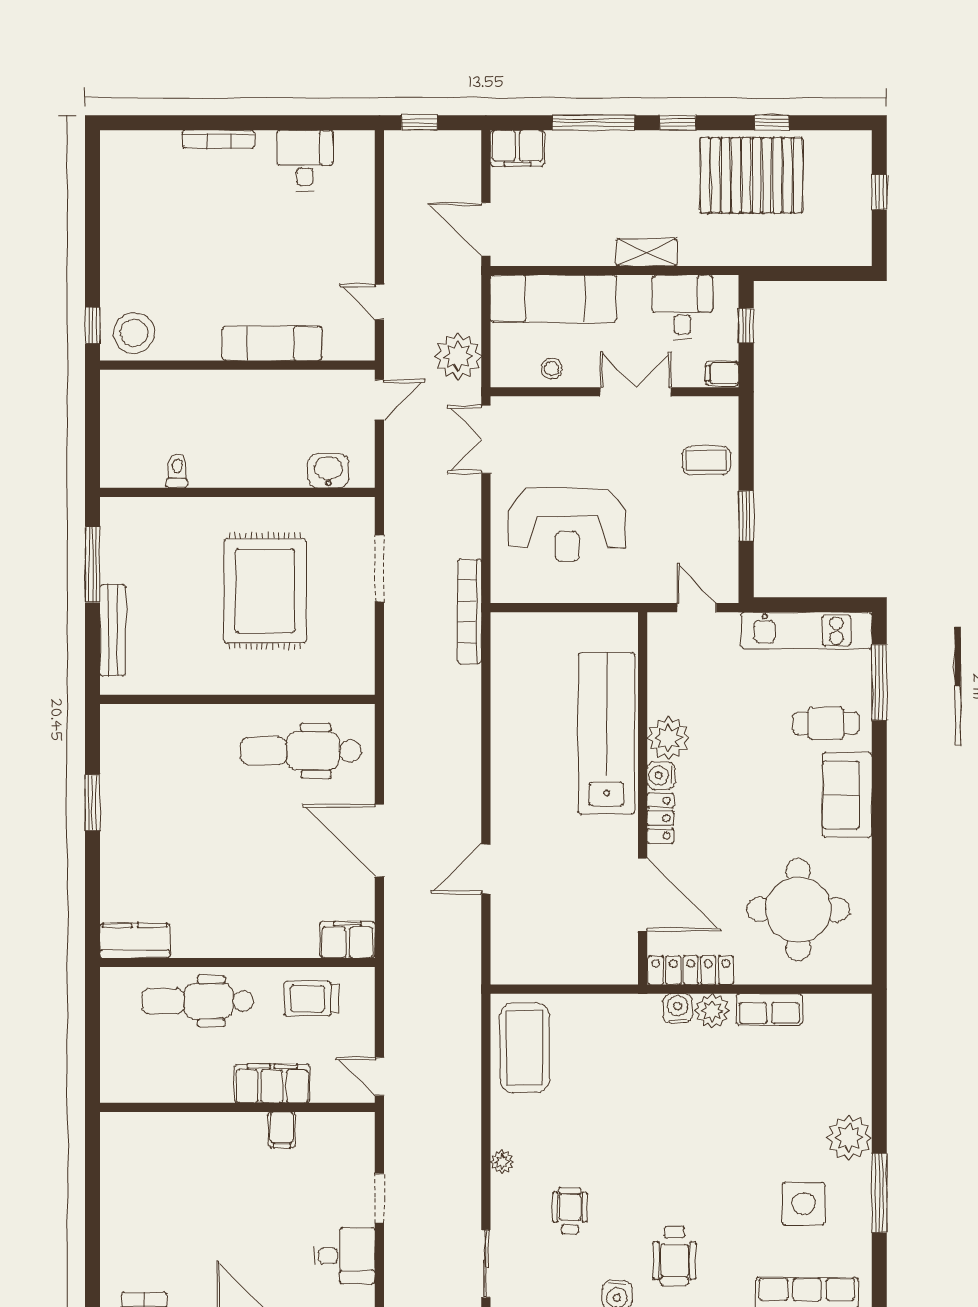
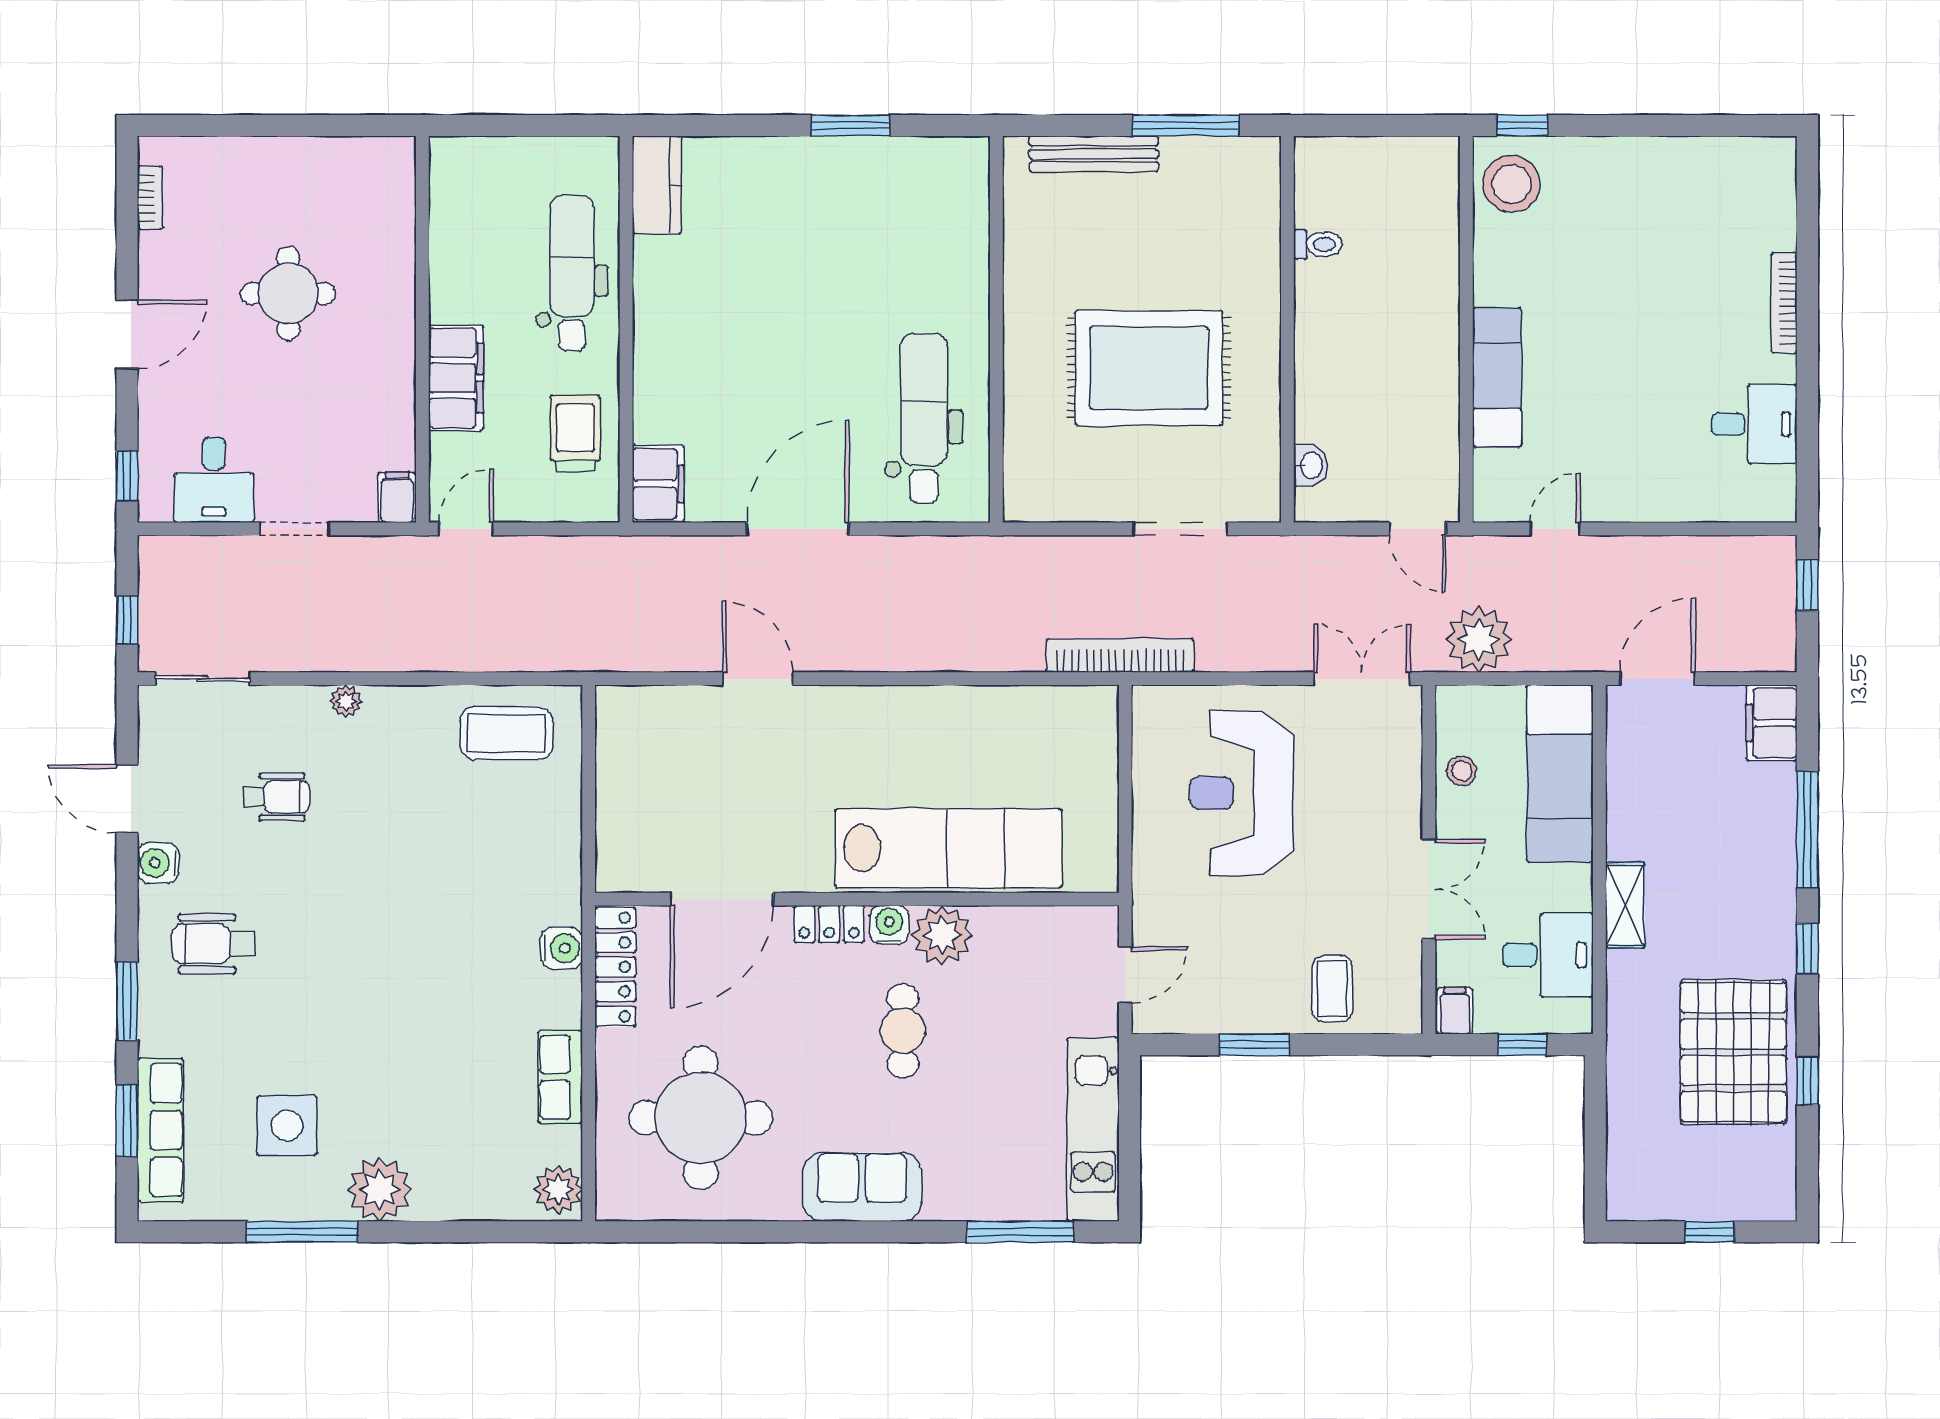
washbasin: (328, 471) -> (1311, 465), width x0.72, depth x0.69
cafe table: (826, 723) -> (903, 1031), moved
plant: (712, 1011) -> (558, 1190), moved
coffee table: (525, 1048) -> (506, 733), width x0.73, depth x0.76
filing cabinet: (282, 1130) -> (397, 497), moved, turned 90
round table: (212, 1203) -> (288, 293), added

